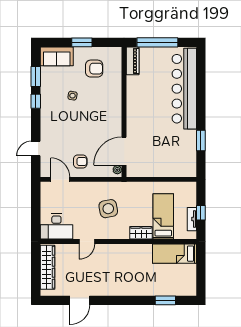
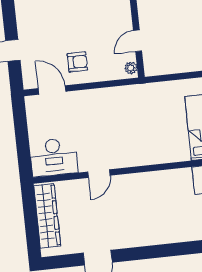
door: (124, 151) -> (138, 41), width x0.53
side table: (108, 209) -> (124, 124), removed
wardrobe: (141, 233) -> (174, 153), removed

